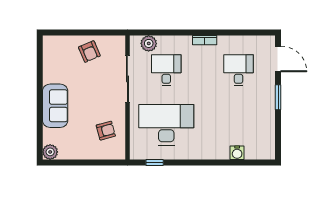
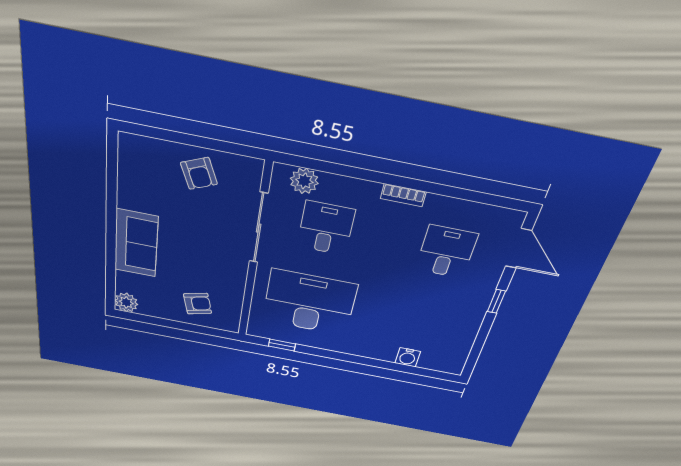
window: (278, 97) -> (496, 301), width x0.67
armchair: (106, 131) -> (198, 304), moved

